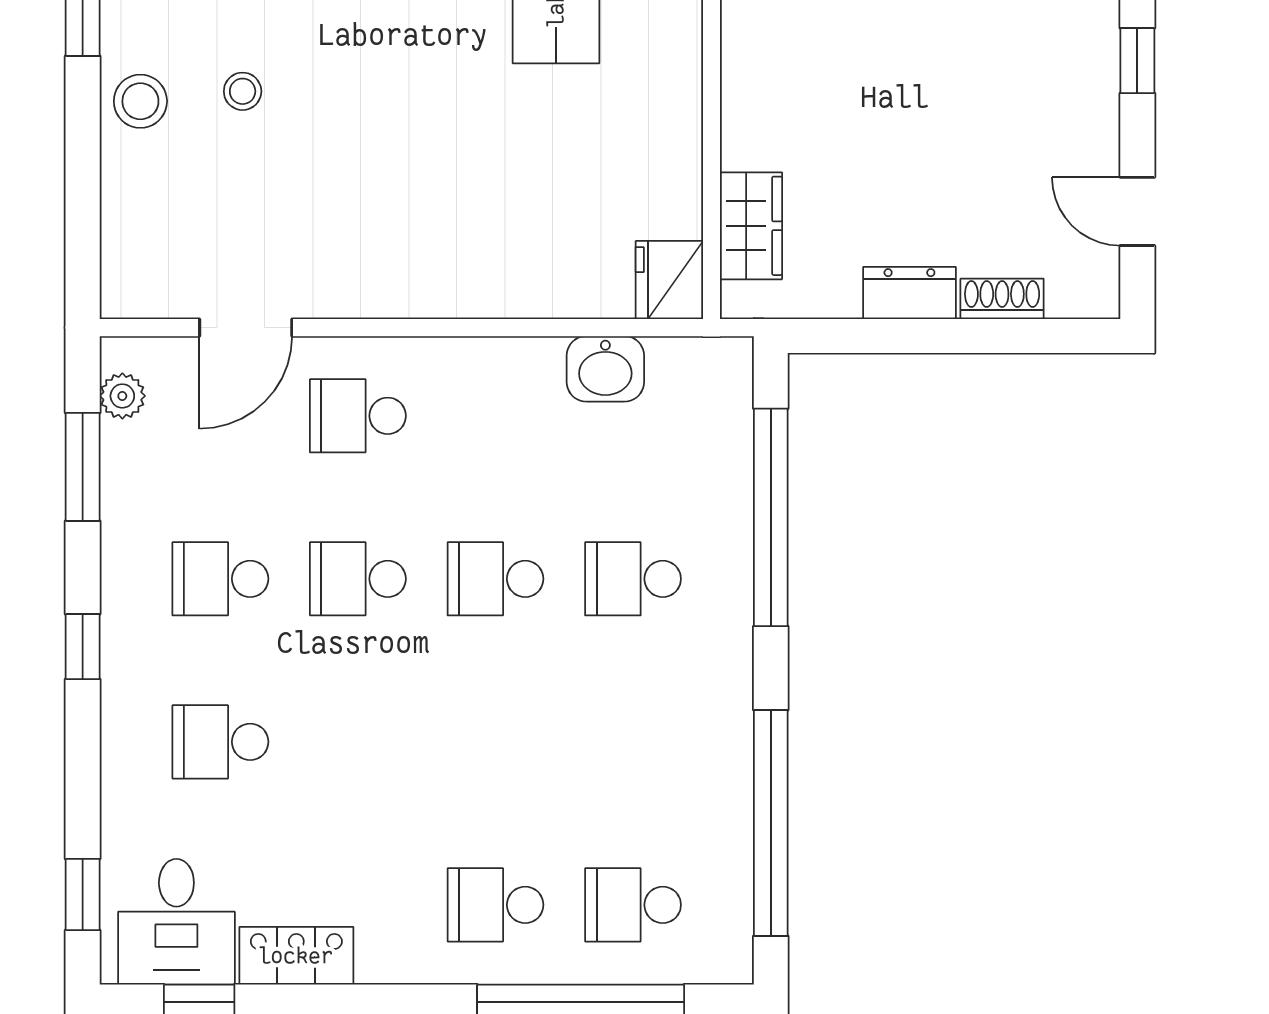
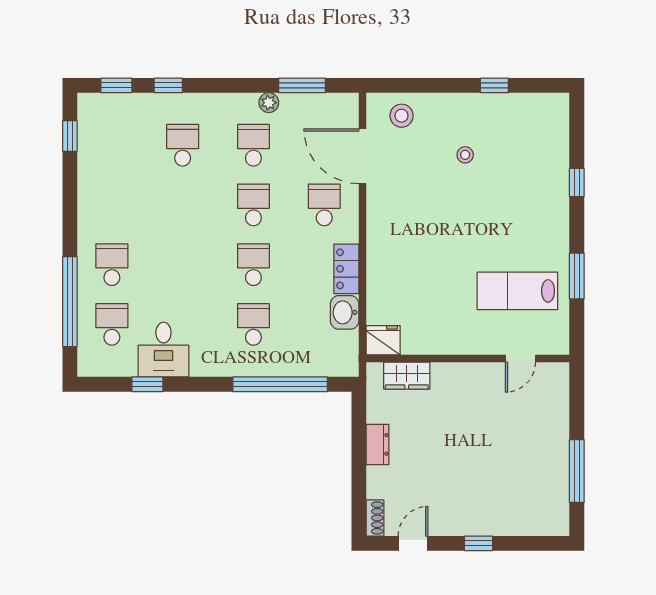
stool: (140, 101) -> (402, 116), moved
shoe rack: (1002, 299) -> (375, 518), moved
door: (246, 328) -> (363, 156), width x1.36
plant: (122, 396) -> (269, 103), moved
window: (83, 647) -> (168, 85), moved
window: (771, 823) -> (147, 384), width x0.32
desk: (176, 922) -> (163, 350), moved, turned -90
locker: (296, 956) -> (346, 269), moved, turned 180

